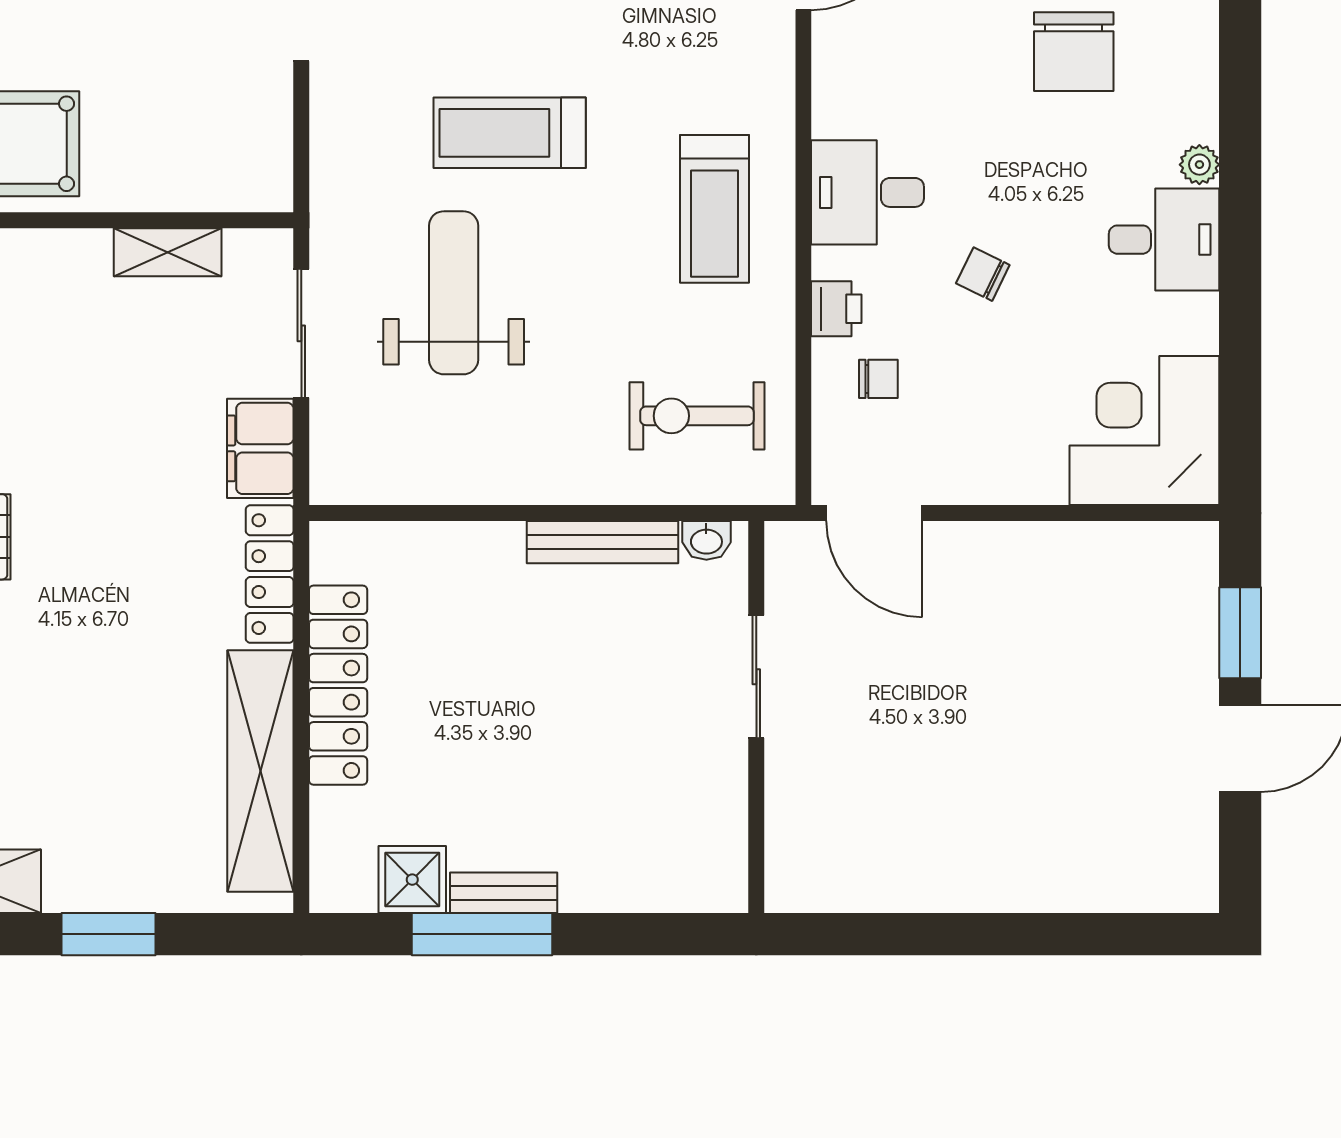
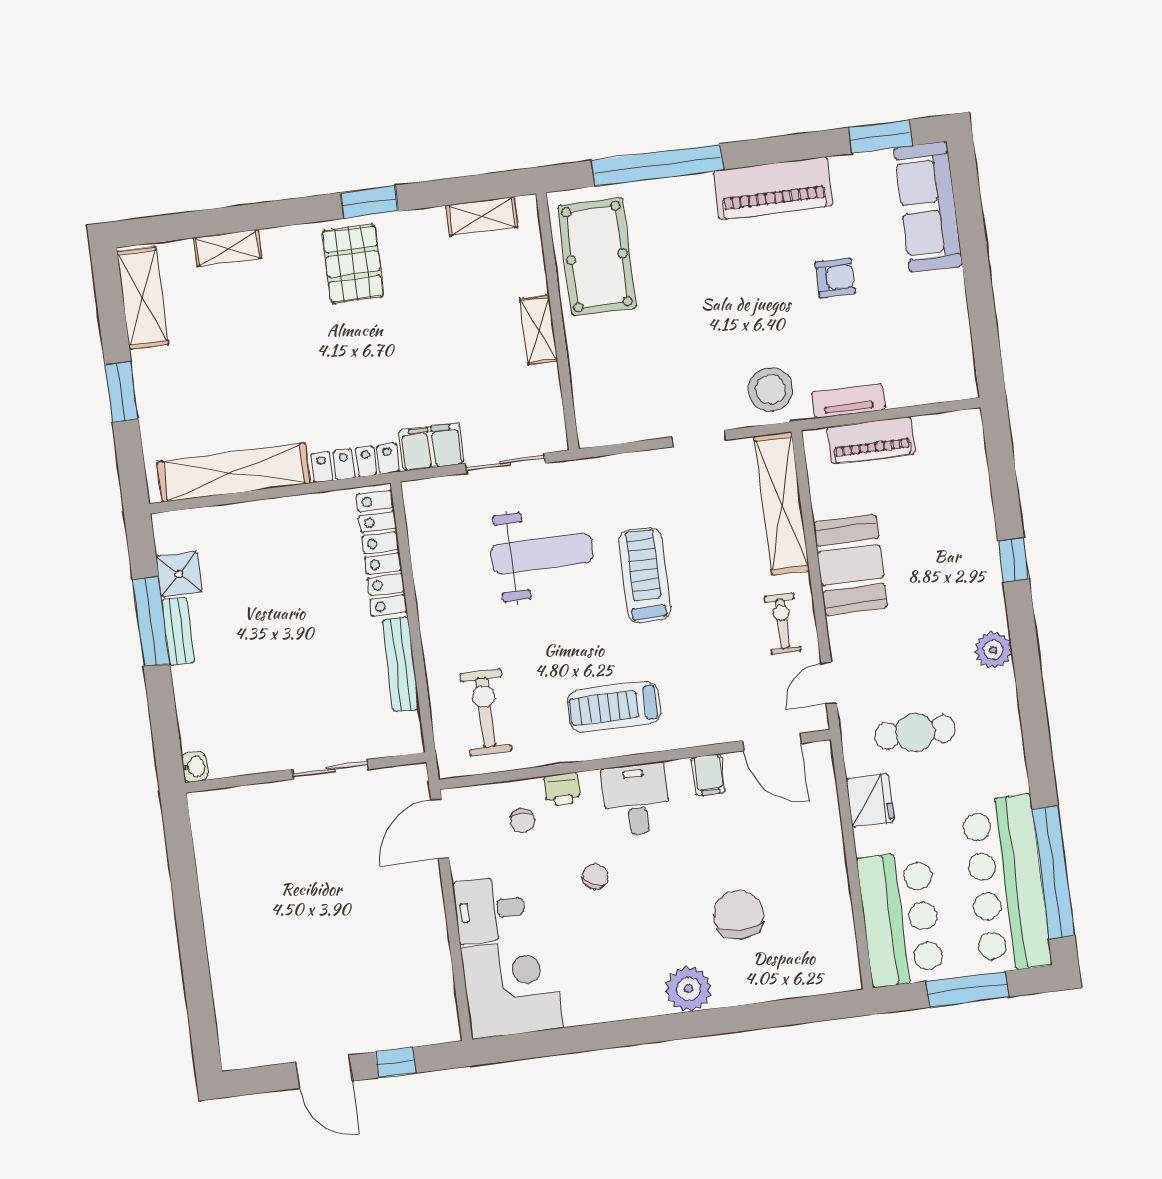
chair: (1074, 52) -> (739, 915), turned 90
filing cabinet: (843, 71) -> (708, 775), added
plant: (1199, 165) -> (688, 989), width x1.88, depth x1.88
desk: (1164, 240) -> (490, 910), moved, turned 90
shelving: (168, 252) -> (539, 330), moved
washbasin: (706, 540) -> (195, 767), moved, turned 180
window: (1240, 633) -> (395, 1062), width x0.67
locker: (338, 685) -> (382, 553), moved, turned 90

